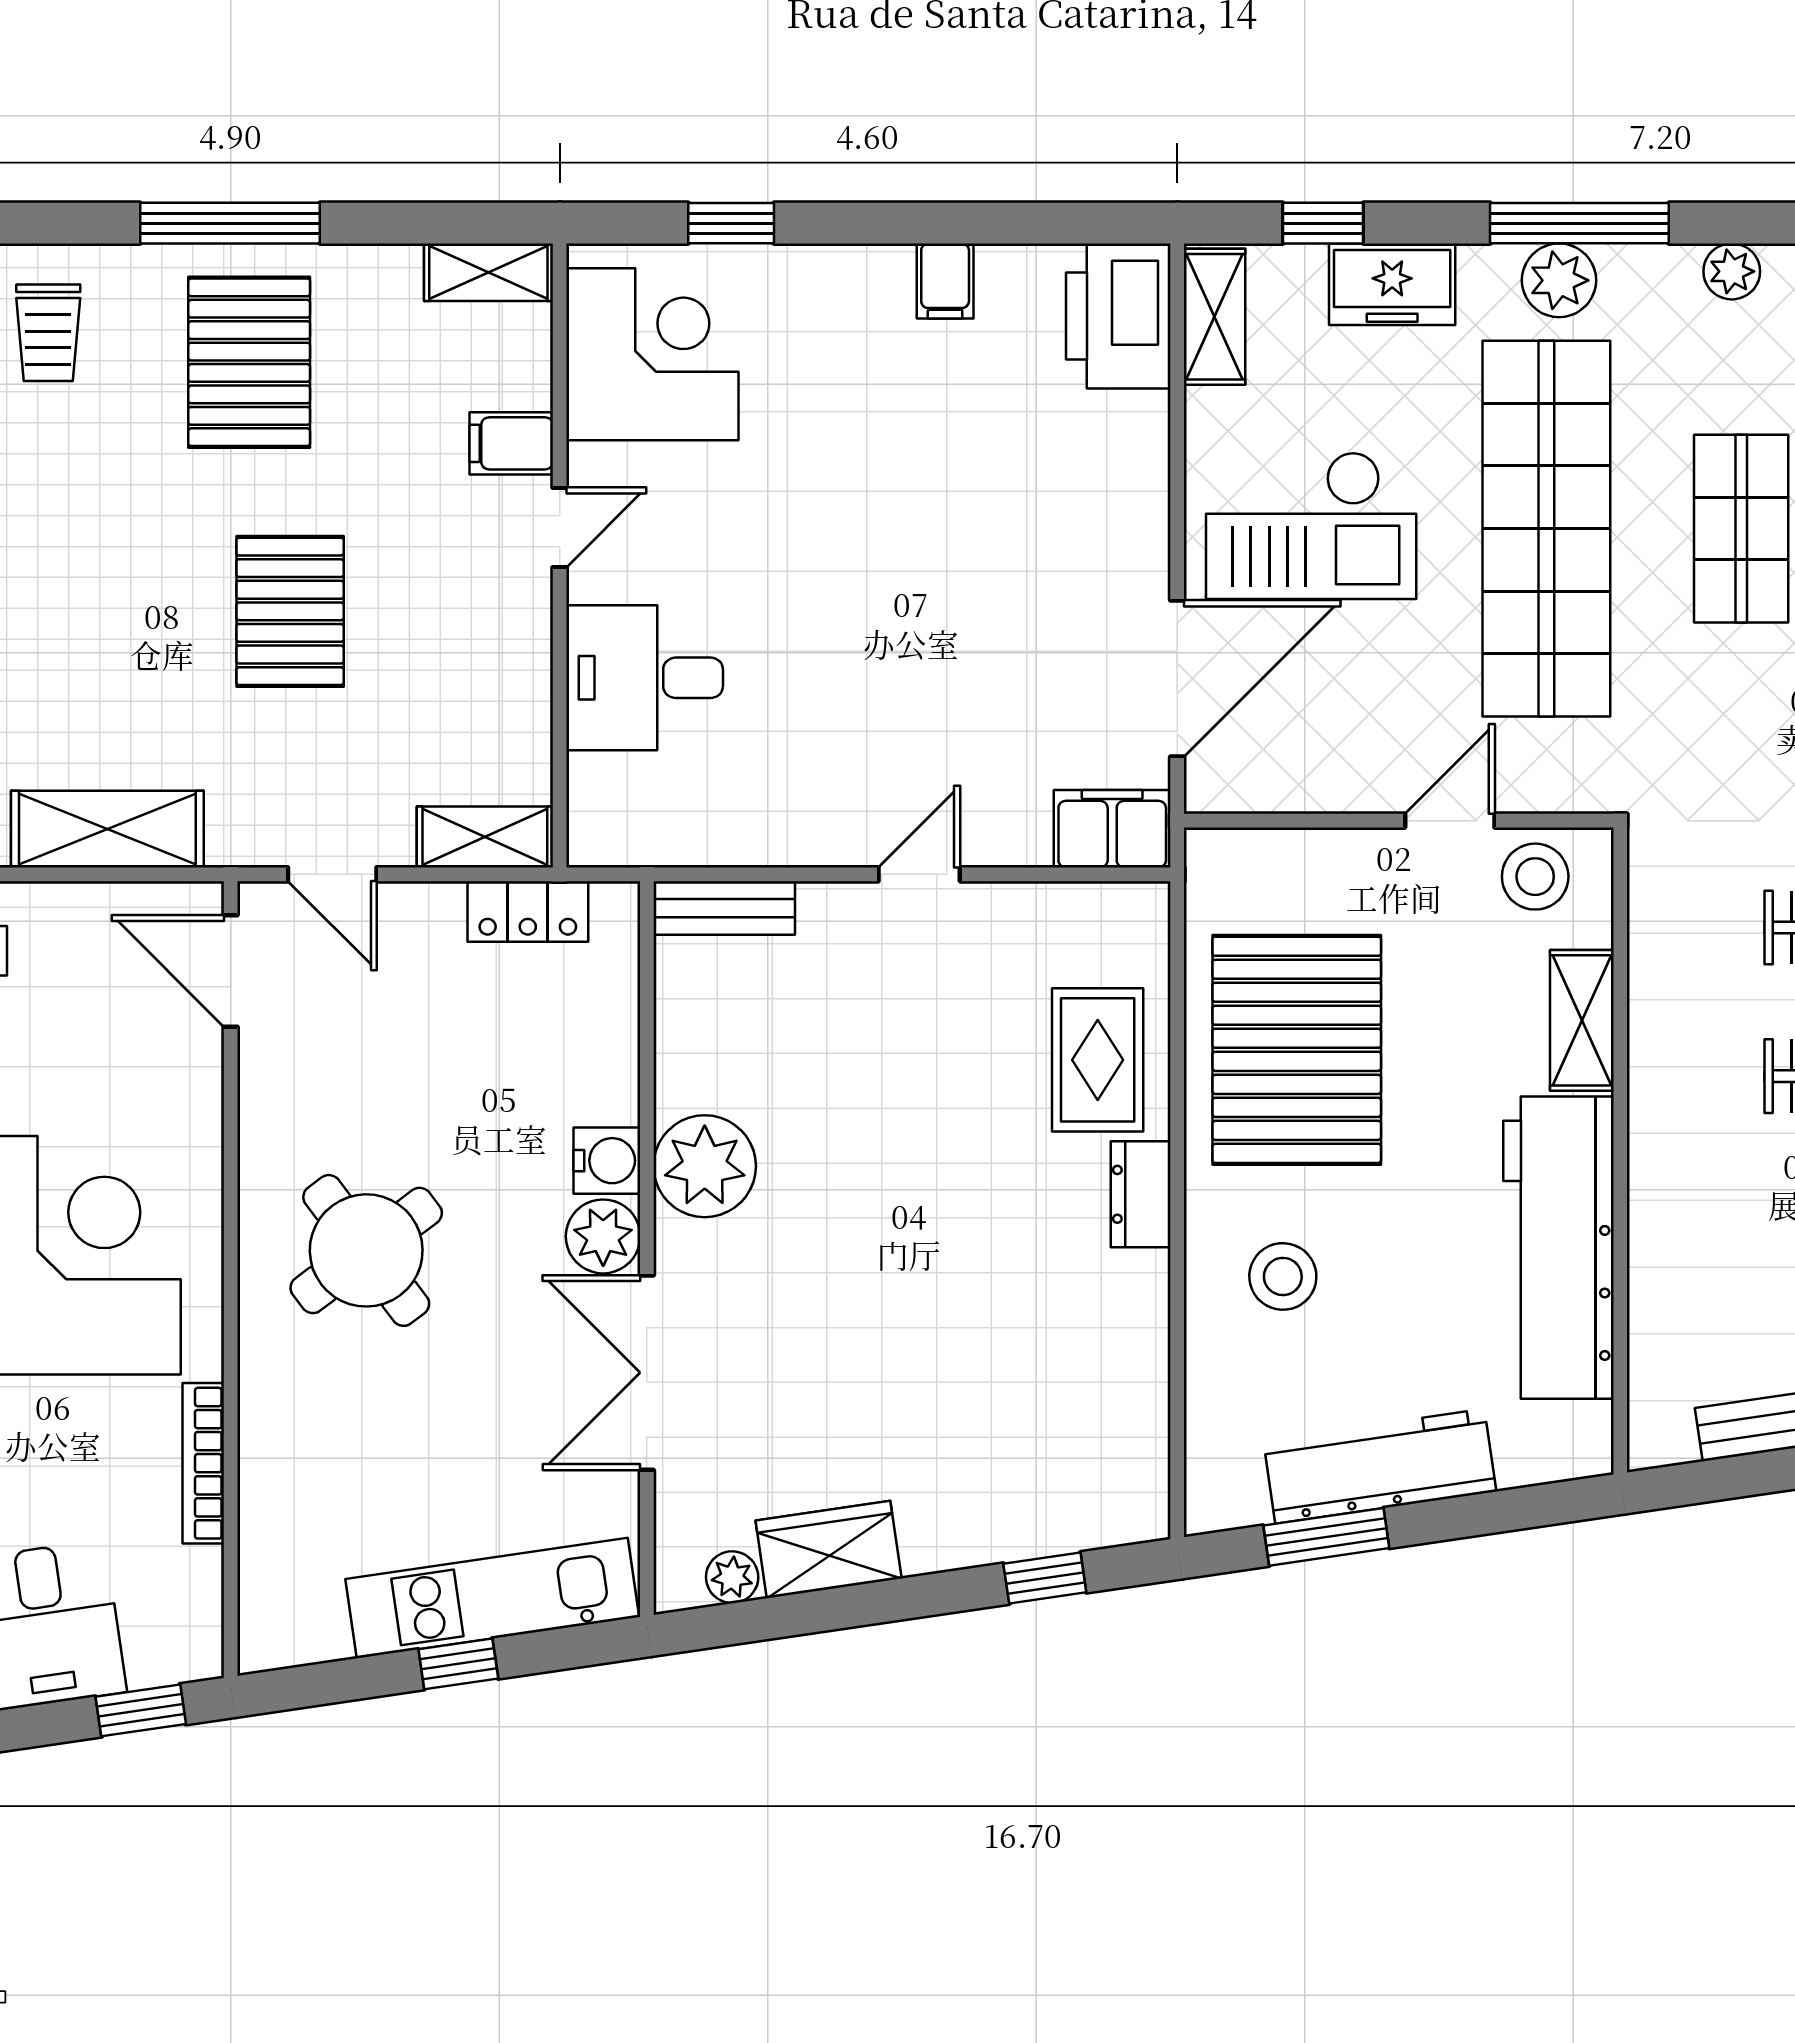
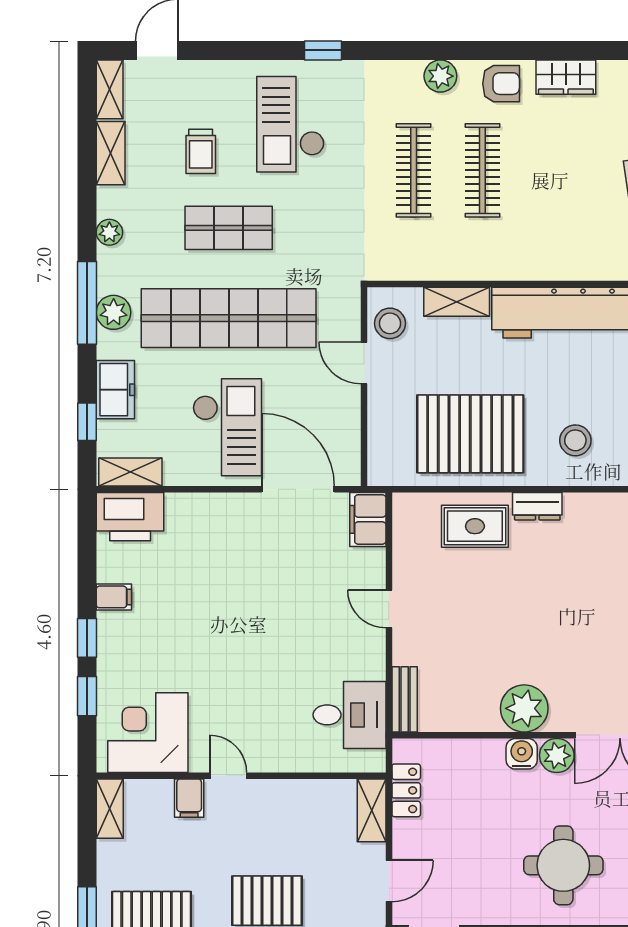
window: (857, 223) -> (87, 638), added
desk: (645, 678) -> (350, 715), moved, turned -90
round table: (366, 1250) -> (563, 865), turned 37

